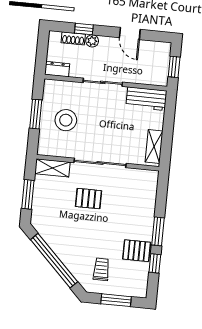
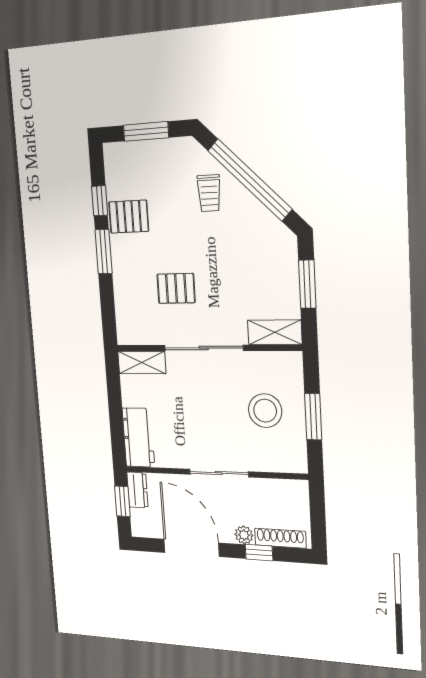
door: (130, 34) -> (191, 548), width x1.87
shoe rack: (73, 38) -> (280, 538), width x1.43
dresser: (57, 69) -> (137, 490), moved, turned -90
workbench: (146, 99) -> (138, 438), moved, turned 90
shelving: (154, 147) -> (142, 362), moved, turned 90
pallet: (88, 199) -> (176, 288), moved
trolley: (101, 269) -> (209, 193), moved

